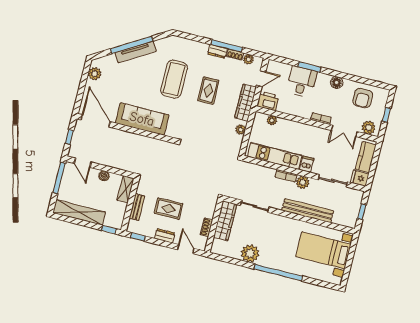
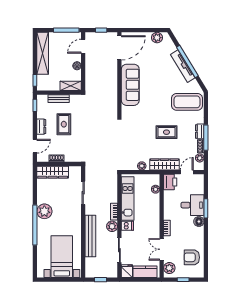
coffee table: (174, 79) -> (187, 102), moved
door: (261, 79) -> (187, 172), swing flipped
floor lamp: (337, 83) -> (199, 221), moved
wardrobe: (225, 221) -> (53, 172), moved
plant: (250, 253) -> (44, 211), moved

